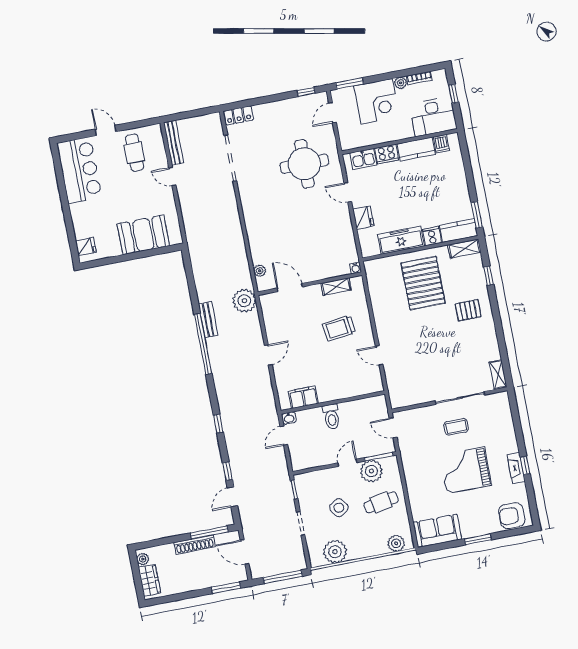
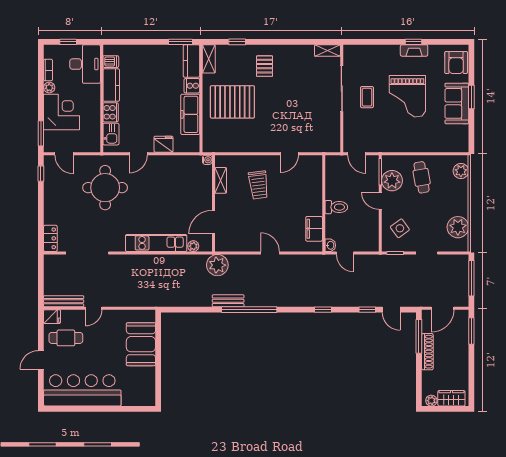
bar counter: (79, 170) -> (82, 390), width x1.36
kitchen unit: (255, 230) -> (156, 243), added
fridge: (86, 247) -> (52, 317), moved, turned 90
door: (393, 428) -> (357, 154), hinge flipped
side table: (339, 508) -> (400, 228), moved
sofa: (437, 531) -> (457, 103), moved

